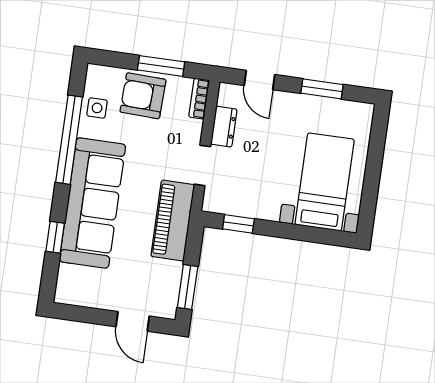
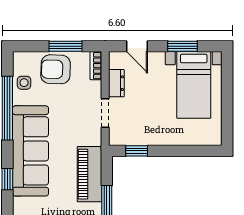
bed with nightstands: (325, 182) -> (194, 85), moved, turned 180
piano: (173, 221) -> (89, 174), moved

